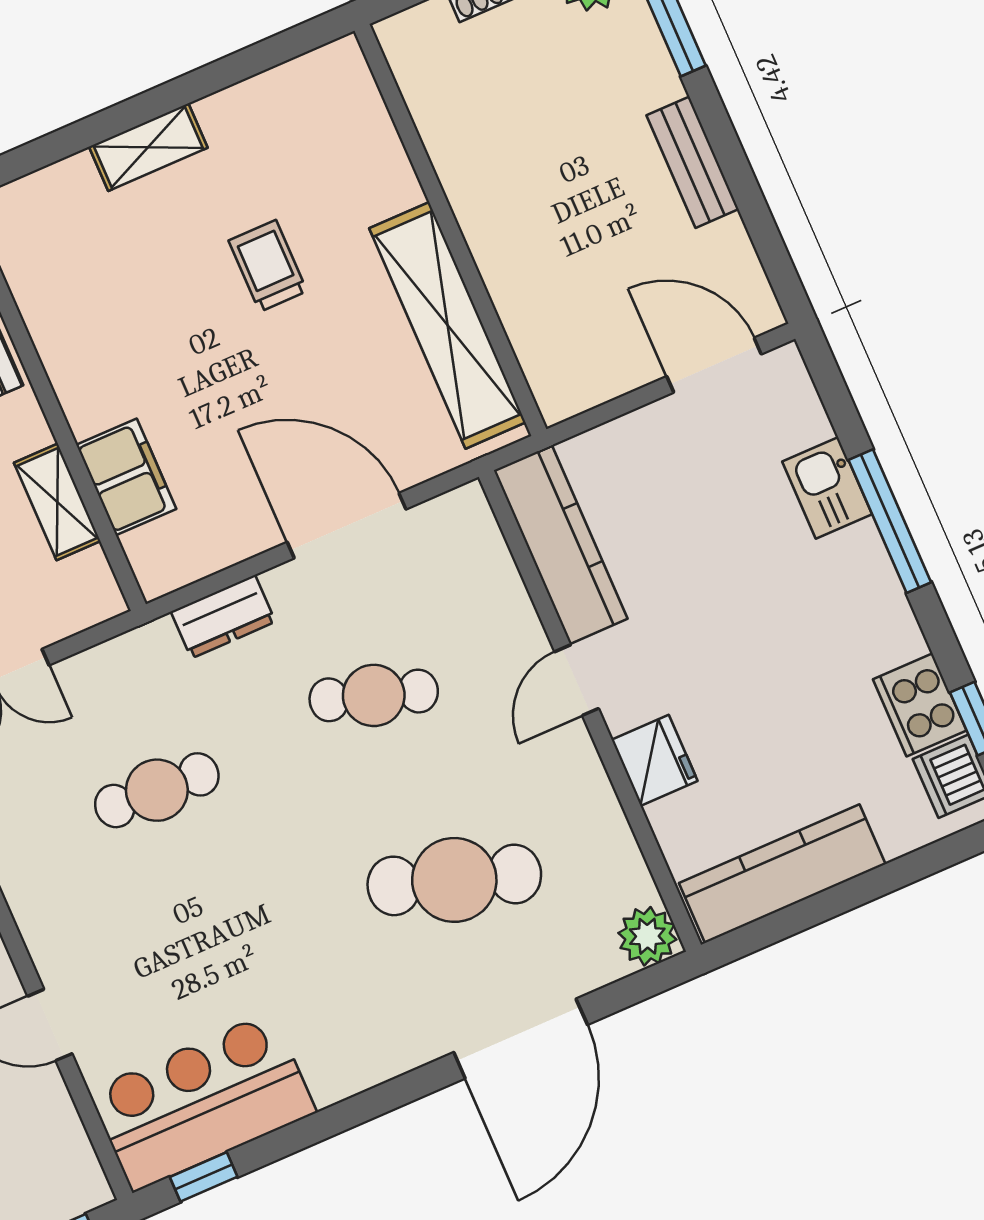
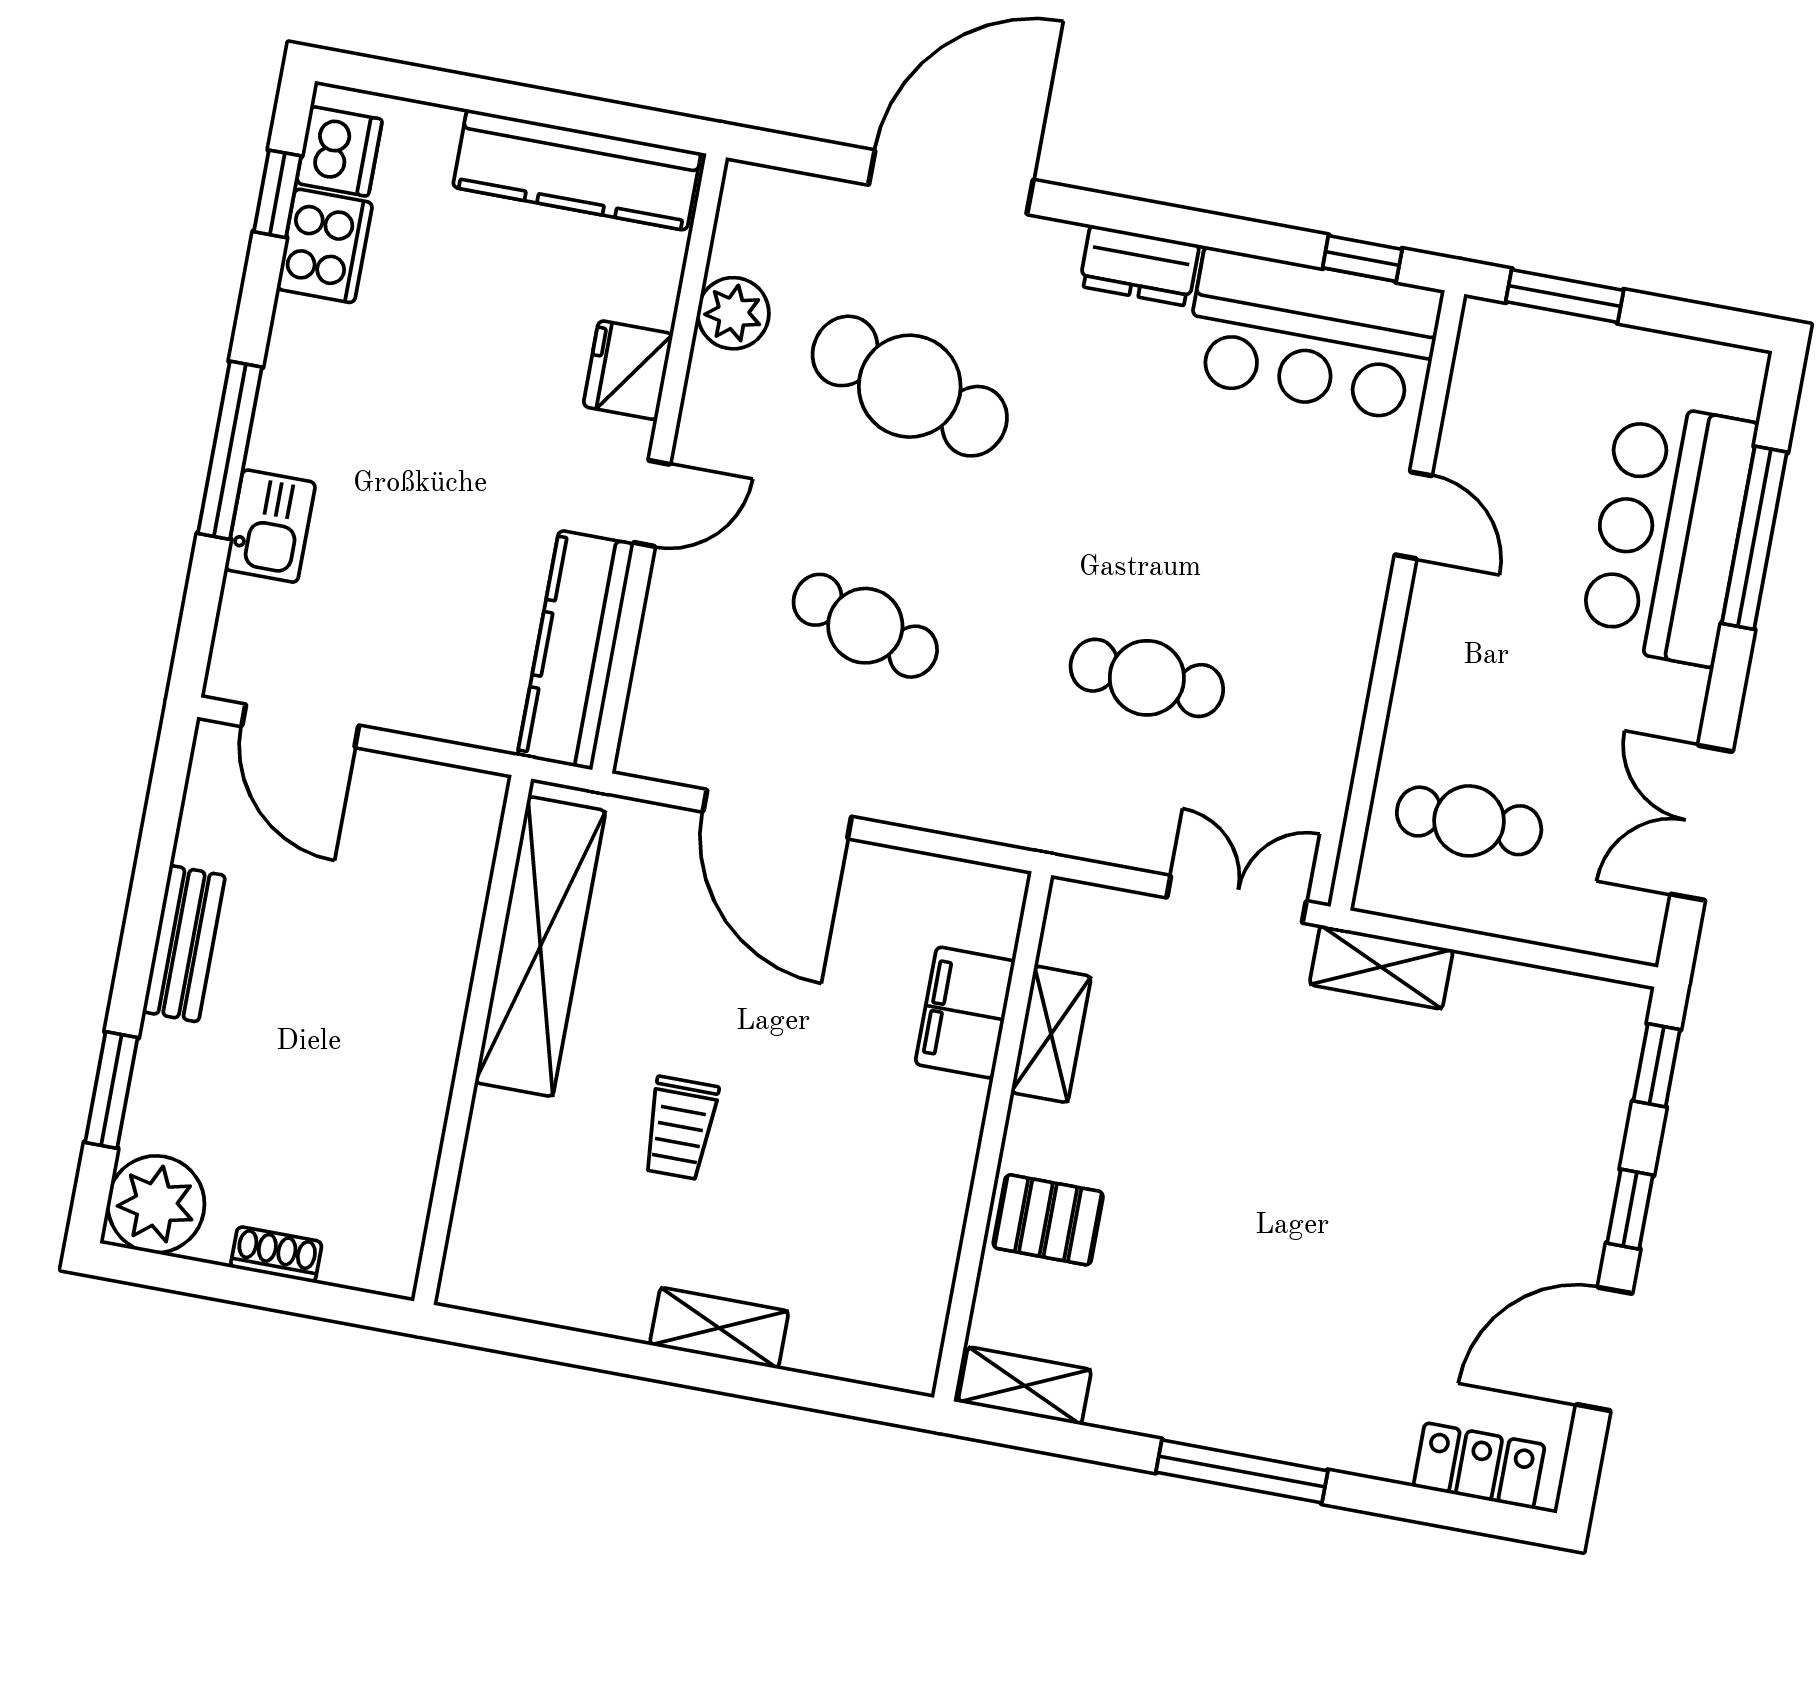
dresser: (223, 617) -> (1139, 266), moved, turned 180
plant: (647, 936) -> (733, 313), moved

